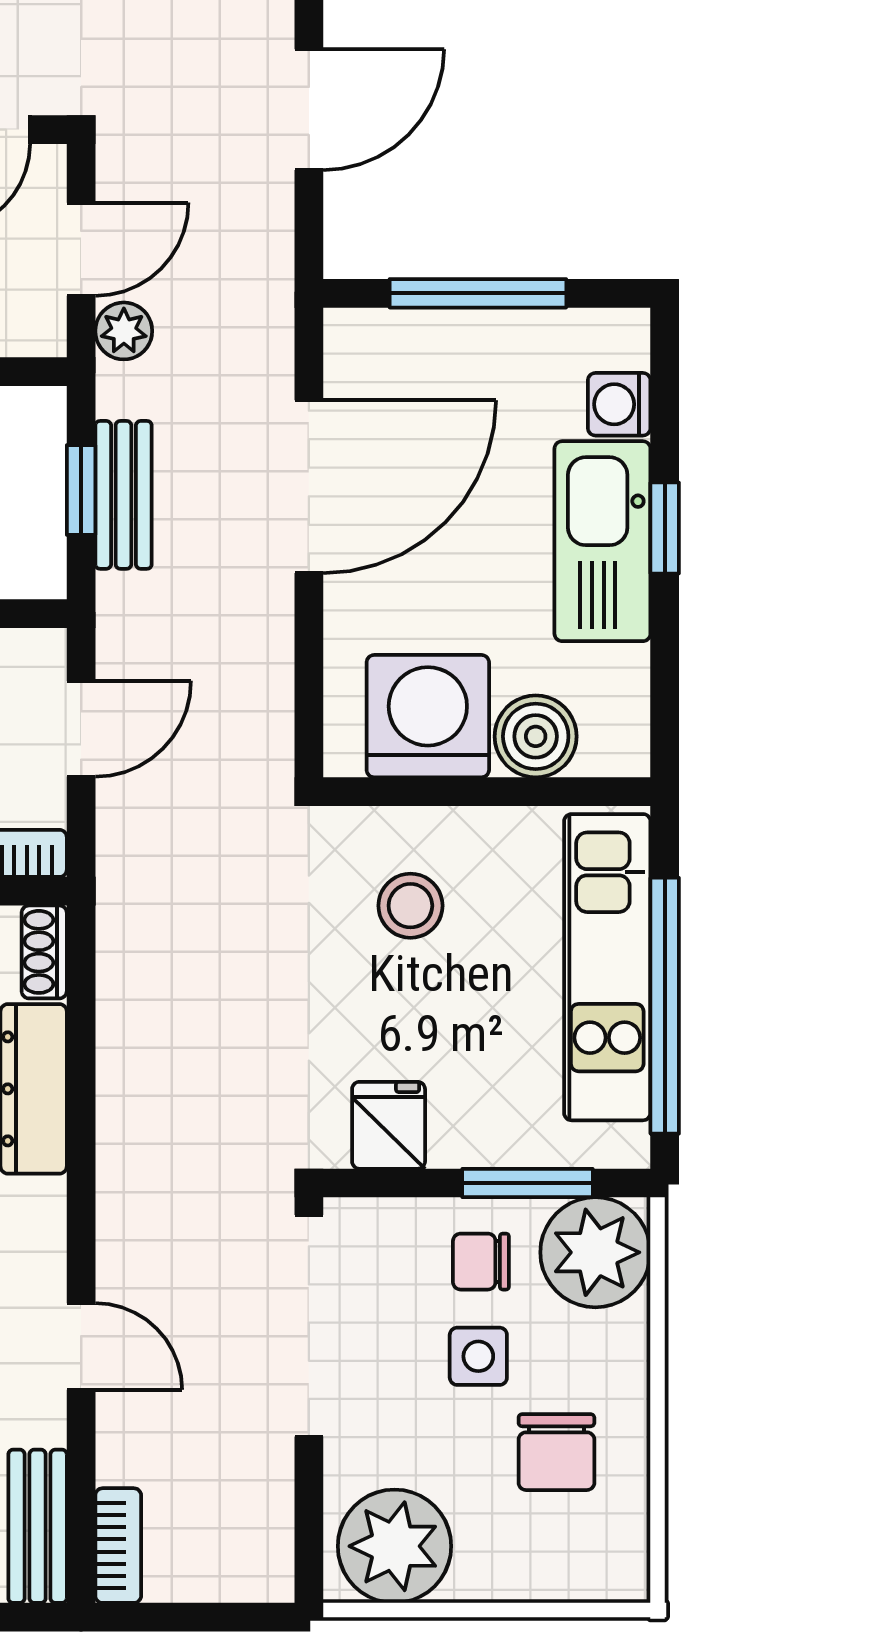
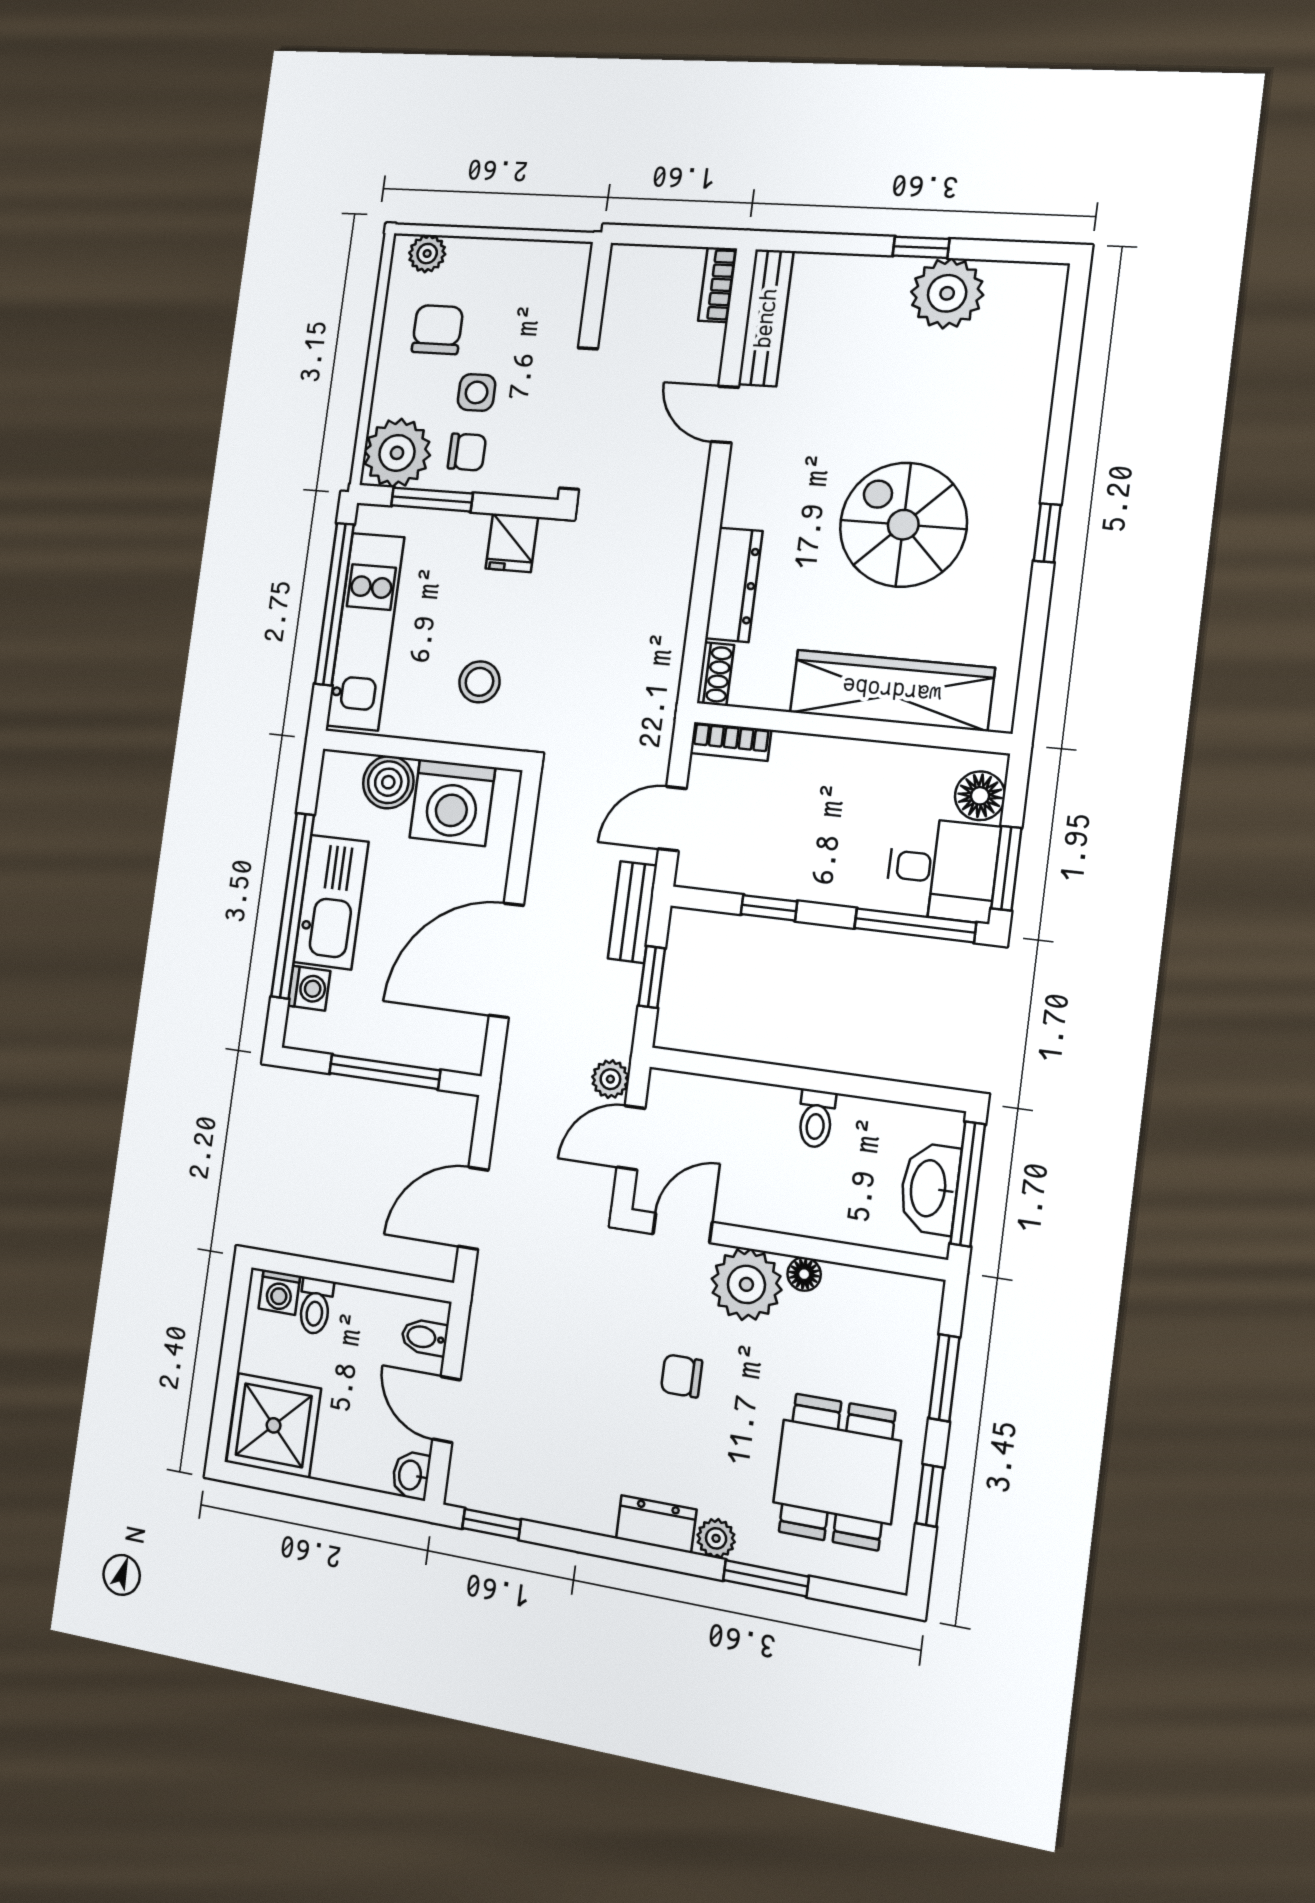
bench: (123, 495) -> (632, 912), moved
window: (665, 528) -> (293, 906), width x3.17
bench: (38, 1526) -> (766, 318), width x1.36
plant: (394, 1546) -> (427, 254), moved, width x0.53, depth x0.53

